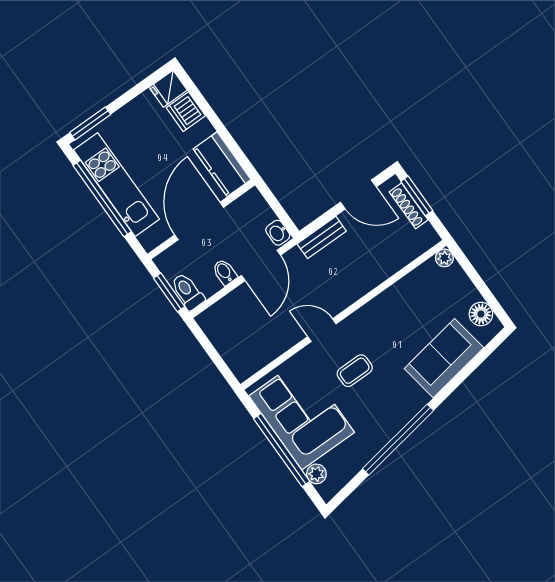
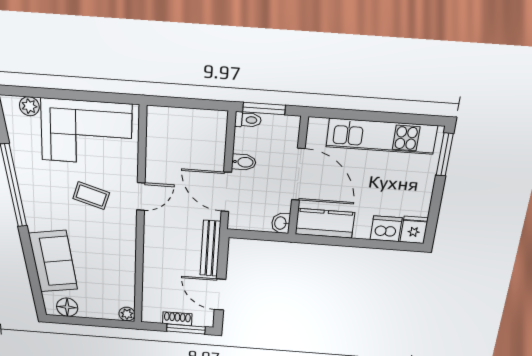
door: (358, 194) -> (220, 295), hinge flipped
window: (102, 198) -> (381, 117), removed
shoe rack: (409, 206) -> (177, 319), width x0.70
washbasin: (278, 233) -> (281, 223), moved, turned -90
bench: (322, 237) -> (210, 248), width x1.36
toilet: (188, 292) -> (248, 120), width x0.73, depth x0.72
coffee table: (355, 371) -> (91, 196), turned -73
window: (282, 450) -> (69, 95), removed

